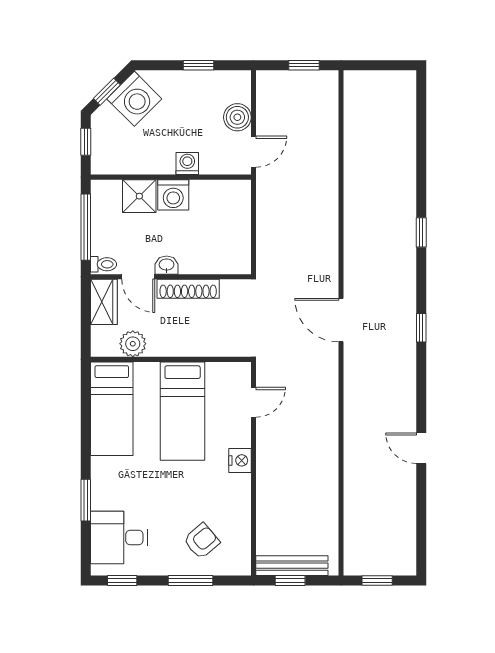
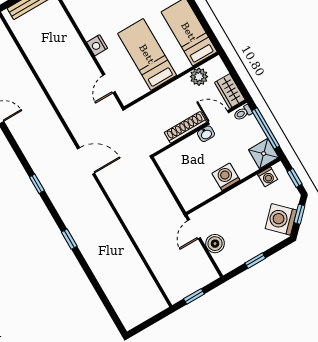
washing machine: (187, 163) -> (268, 177), moved
shower: (139, 196) -> (264, 154), moved

